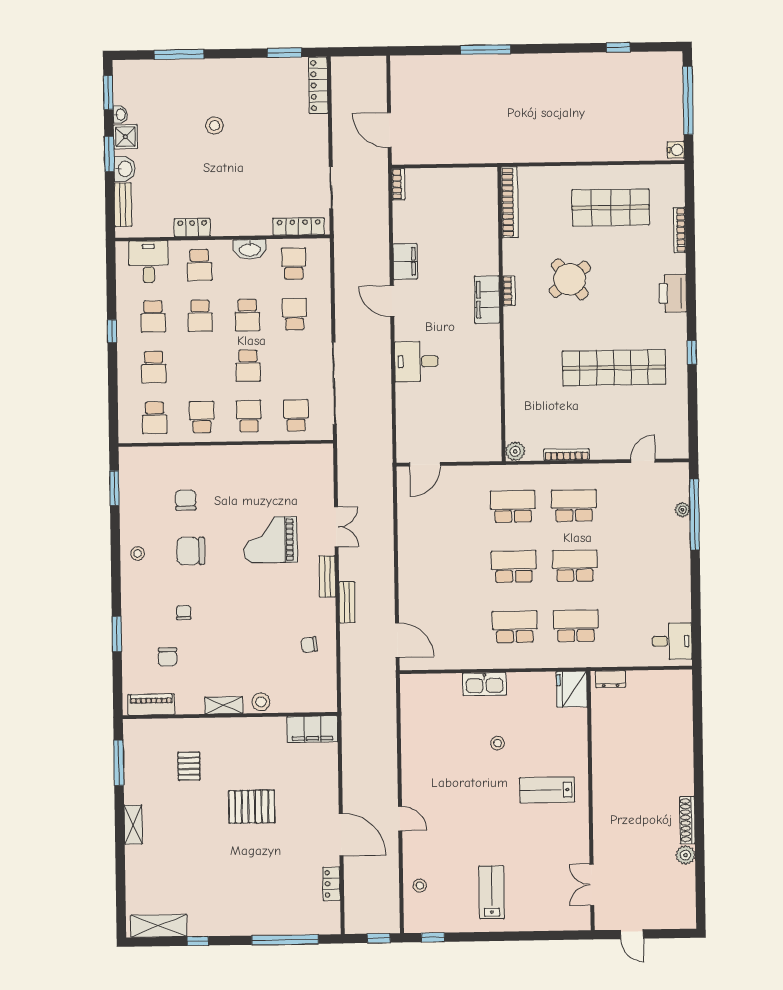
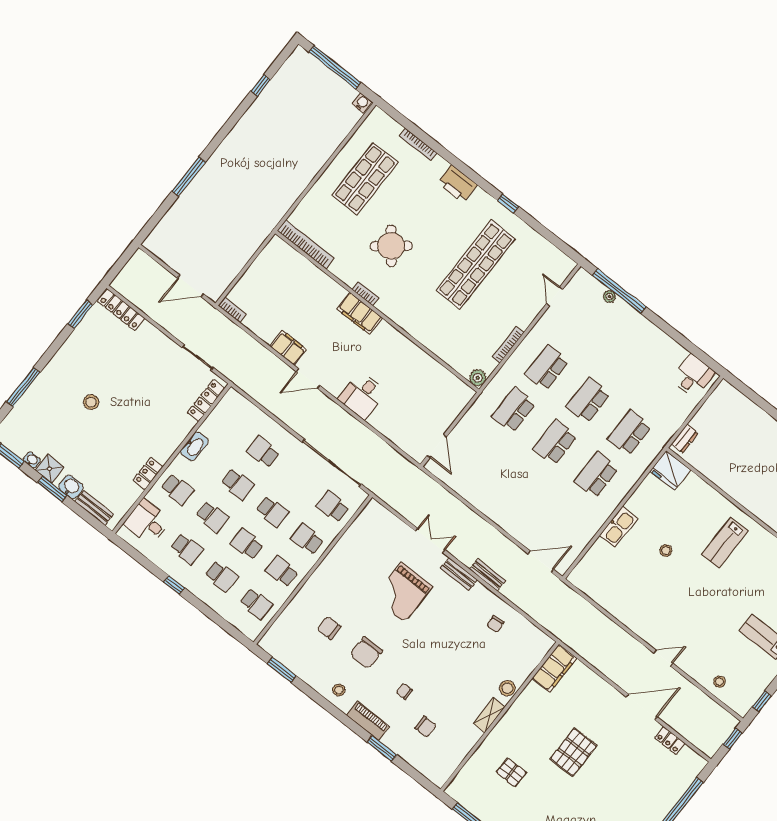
school desk: (294, 264) -> (247, 544), moved
piano: (151, 705) -> (368, 721), moved, turned 90

